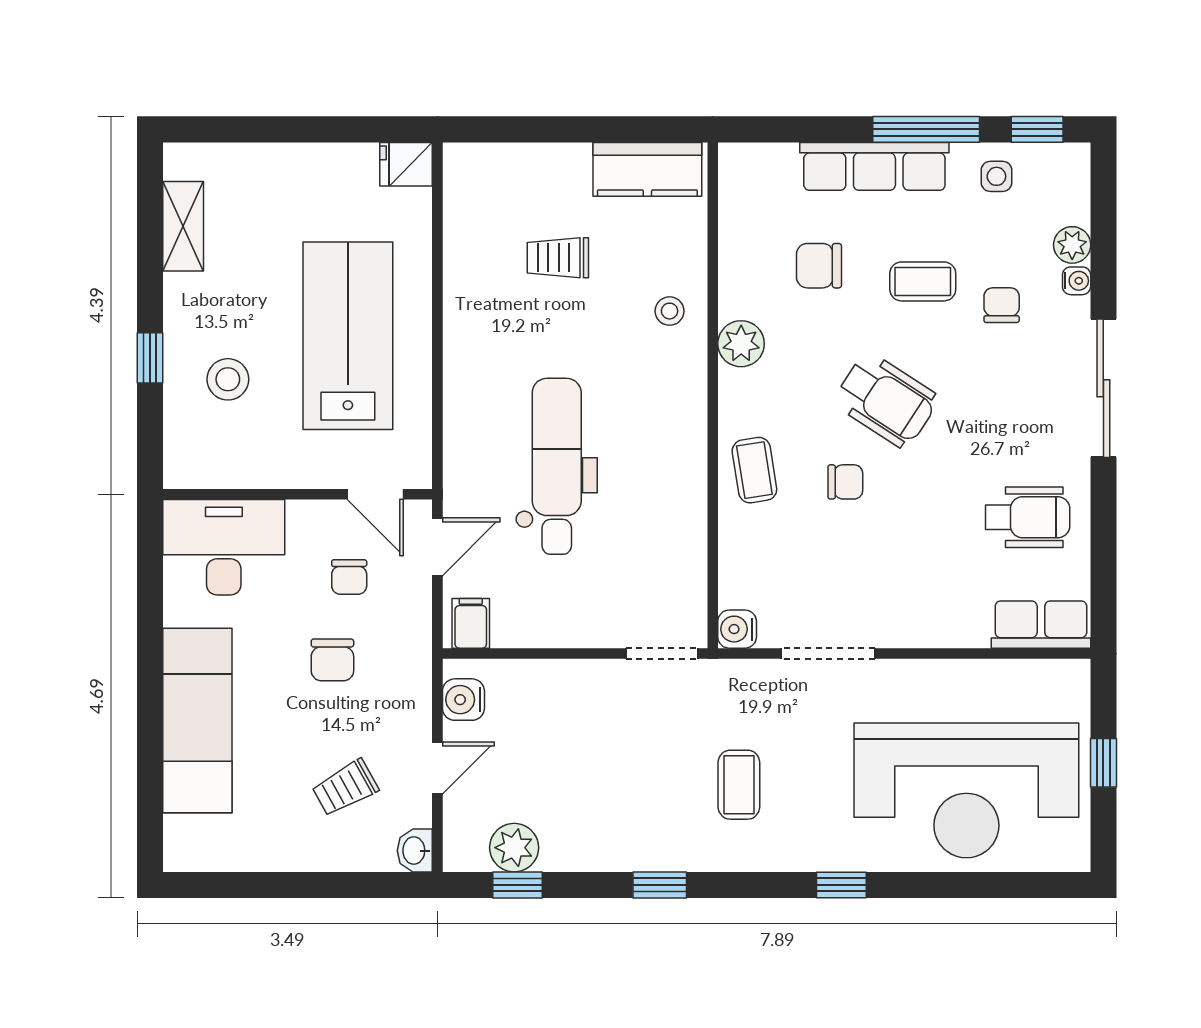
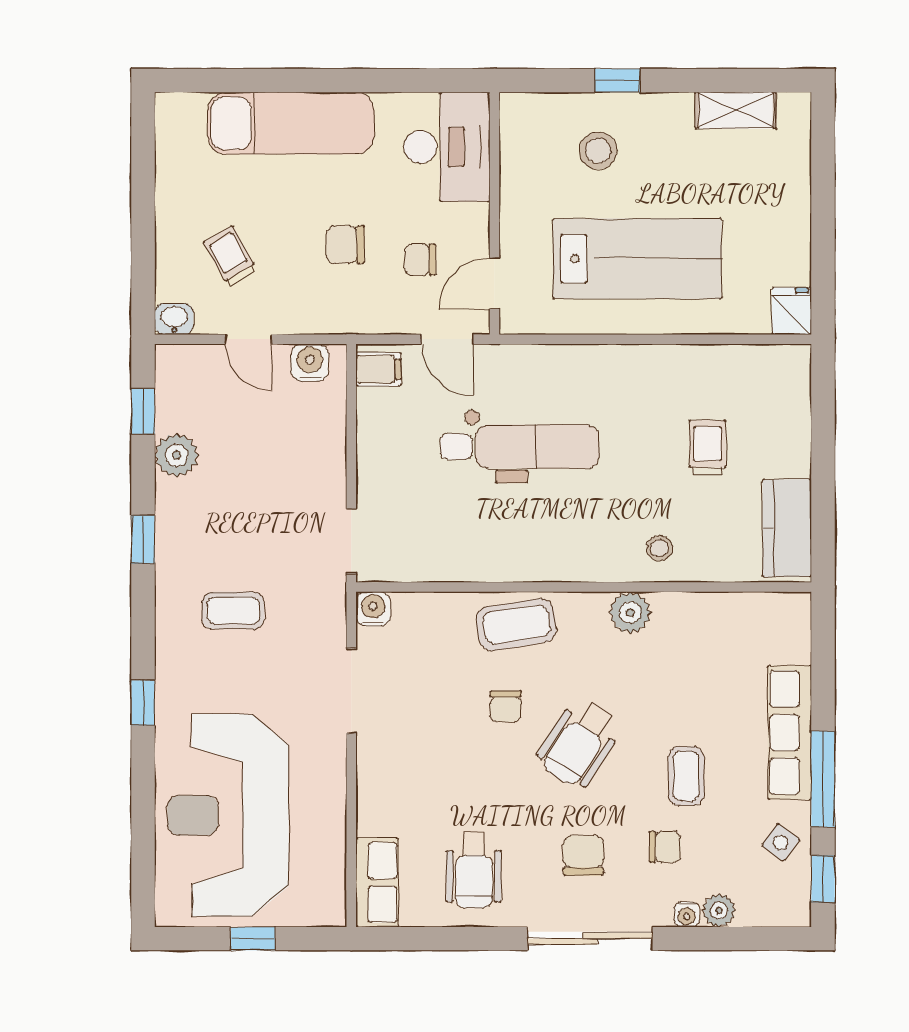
side table: (996, 176) -> (781, 842), turned 36
chair: (819, 266) -> (583, 855), moved
coffee table: (754, 470) -> (516, 625), width x1.36, depth x1.30
plant: (514, 848) -> (177, 455), moved

